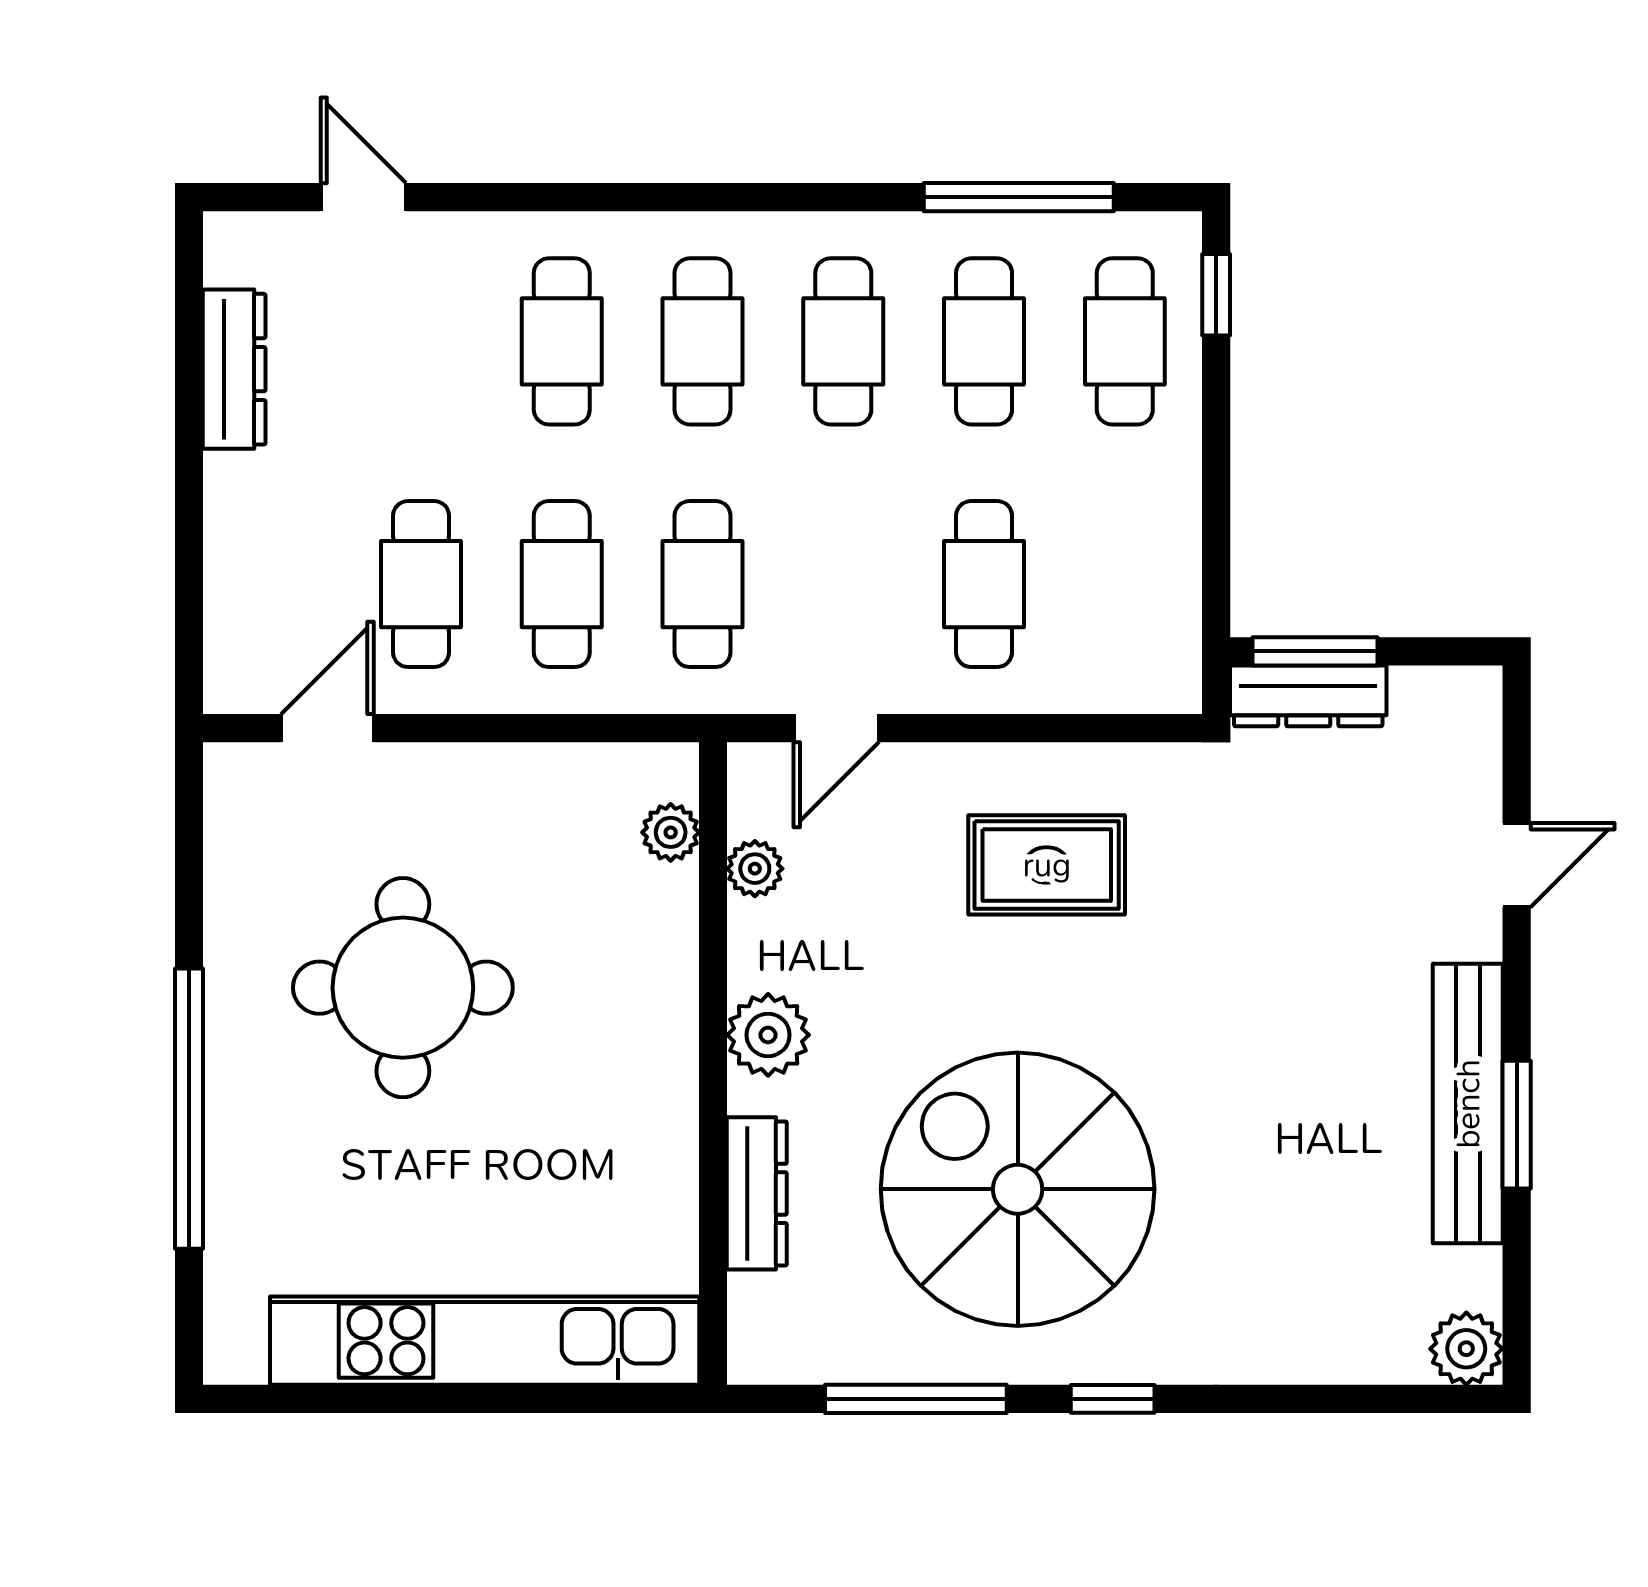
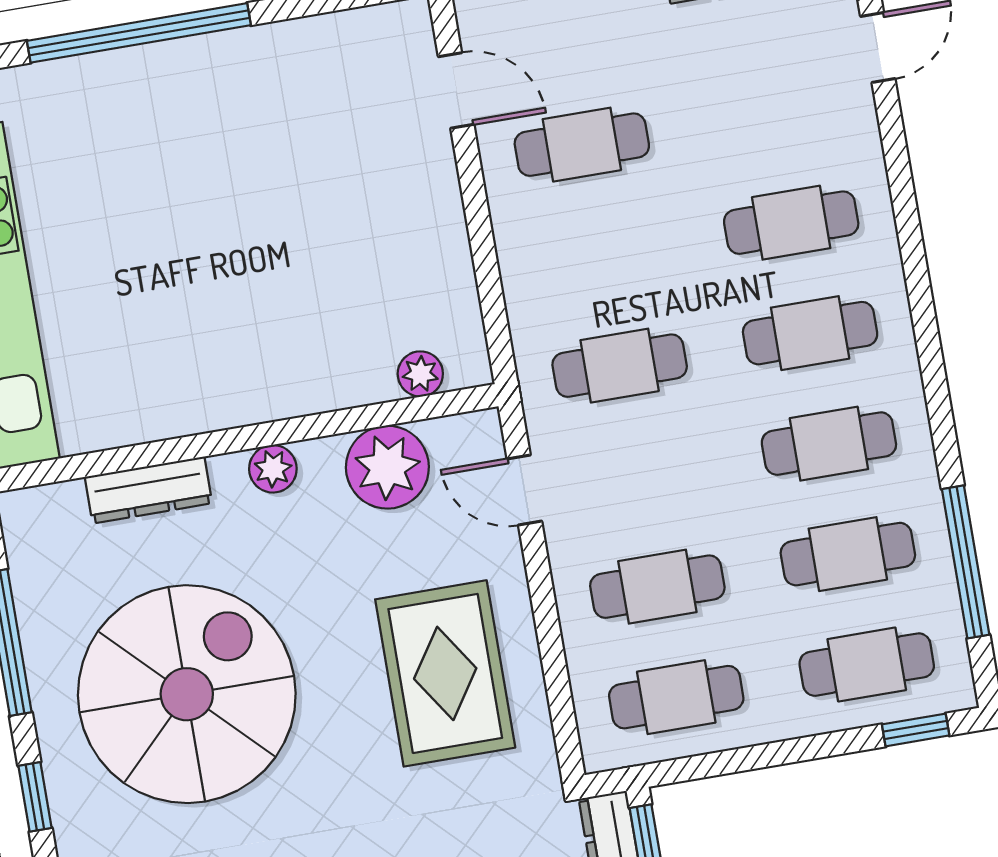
cafe table: (562, 584) -> (676, 697), moved
rug: (1047, 865) -> (445, 673), width x1.36, depth x1.43
plant: (755, 869) -> (387, 467), width x1.88, depth x1.88
round table: (403, 988) -> (263, 185), removed
plant: (768, 1035) -> (273, 469), width x0.73, depth x0.73

